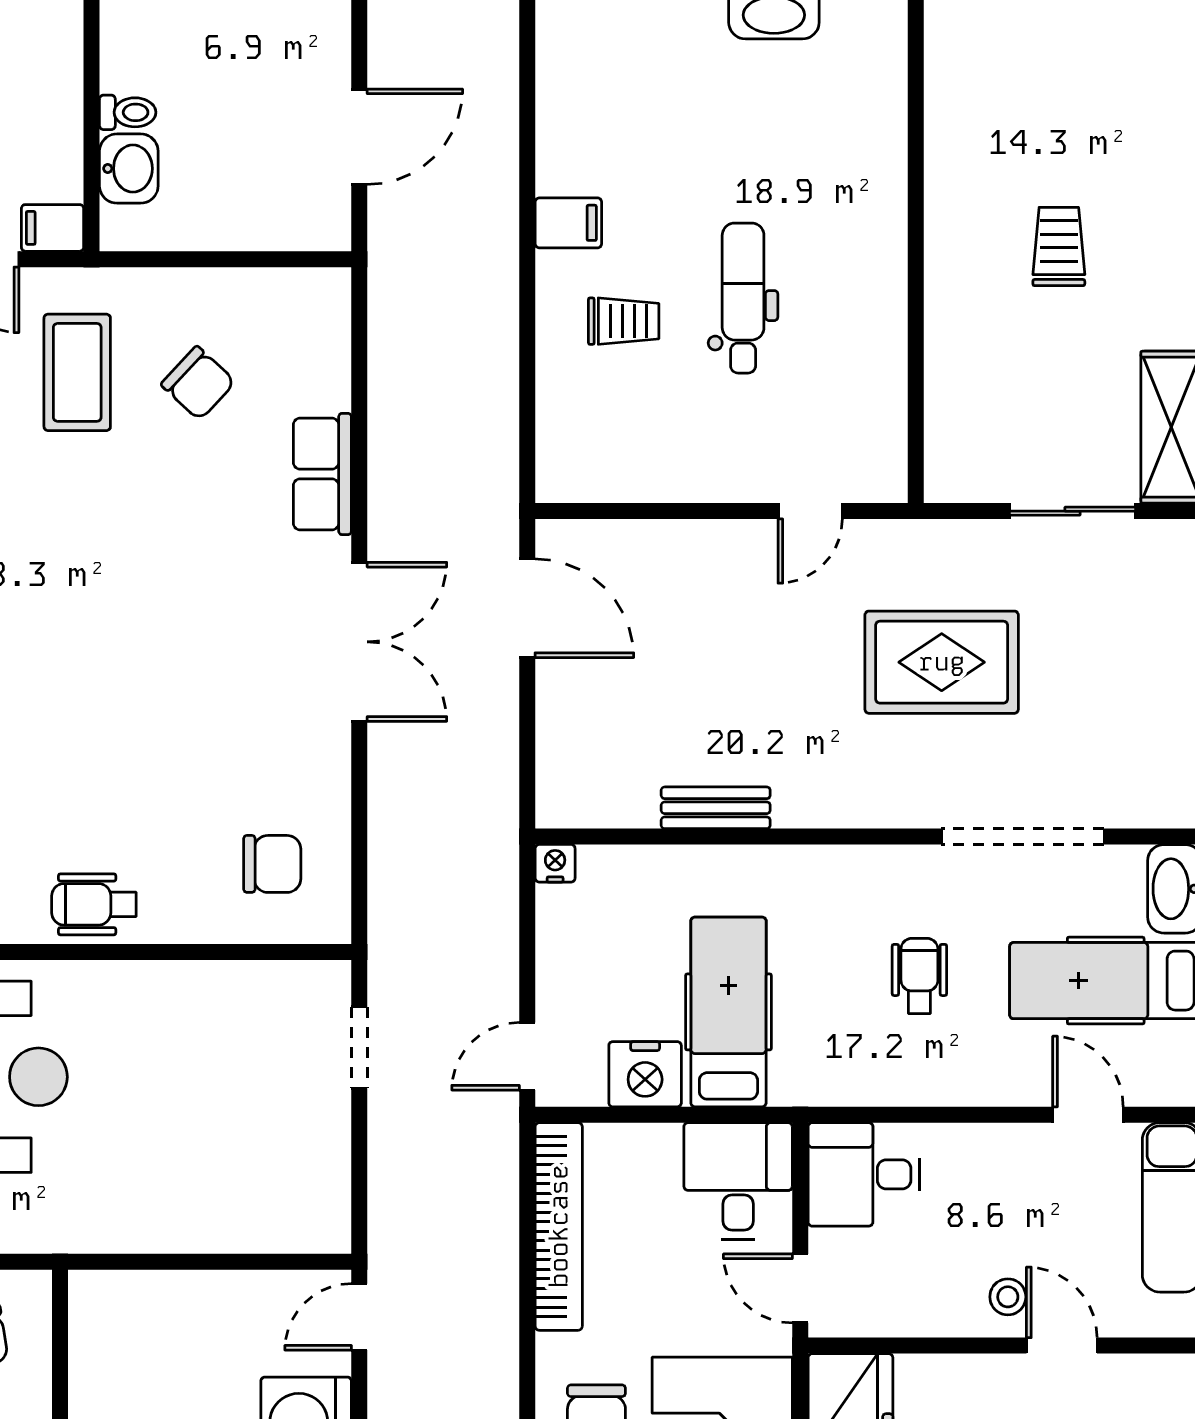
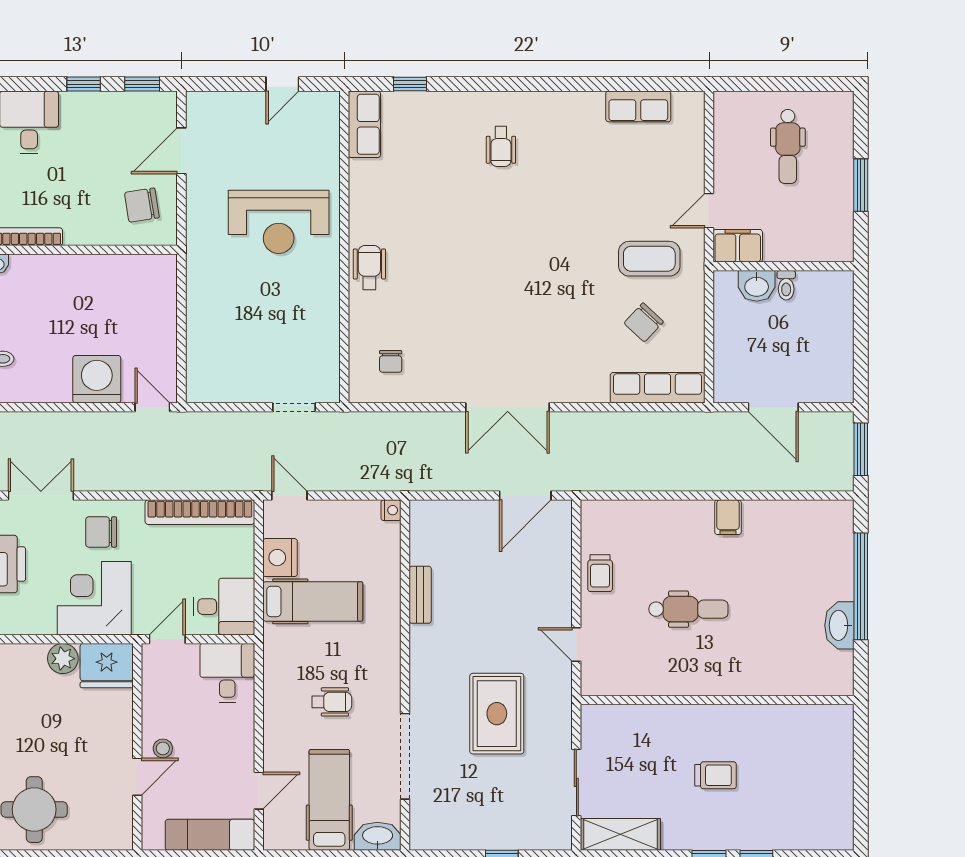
filing cabinet: (53, 228) -> (738, 246), width x2.00
trolley: (624, 321) -> (600, 573), moved
row of seats: (322, 474) -> (658, 388), moved, width x1.48
chair: (272, 864) -> (391, 361), width x0.73, depth x0.73

